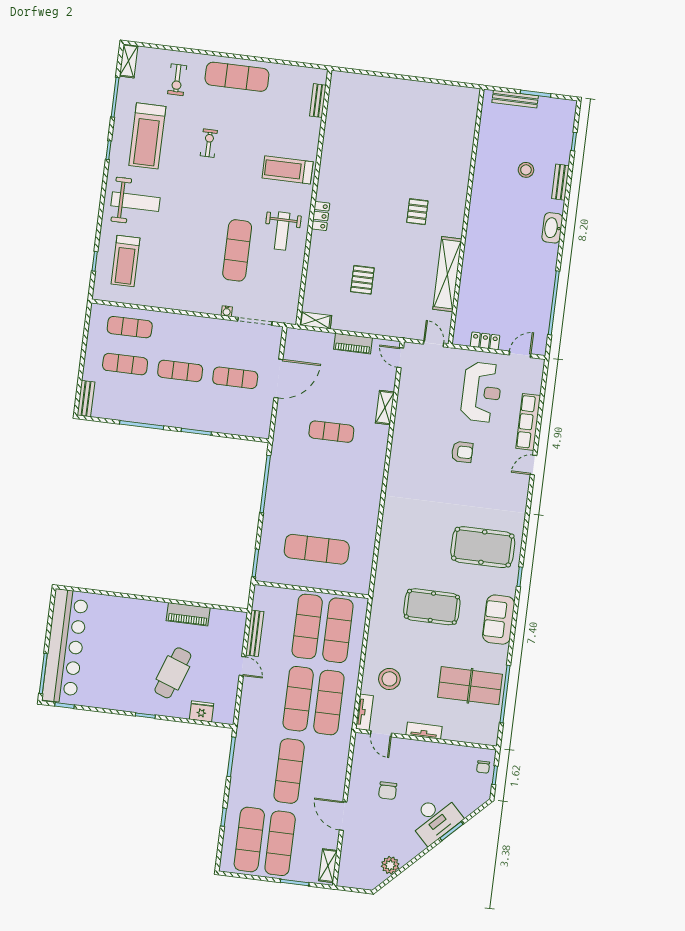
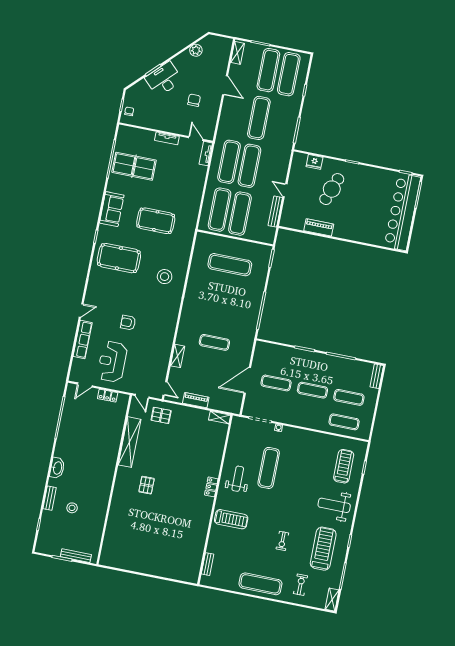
pallet: (362, 280) -> (161, 415), moved, turned 90
stool: (389, 679) -> (165, 277), moved

